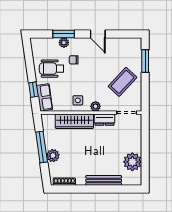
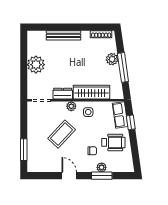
coffee table: (123, 82) -> (62, 134), moved
plant: (132, 162) -> (36, 65), moved

